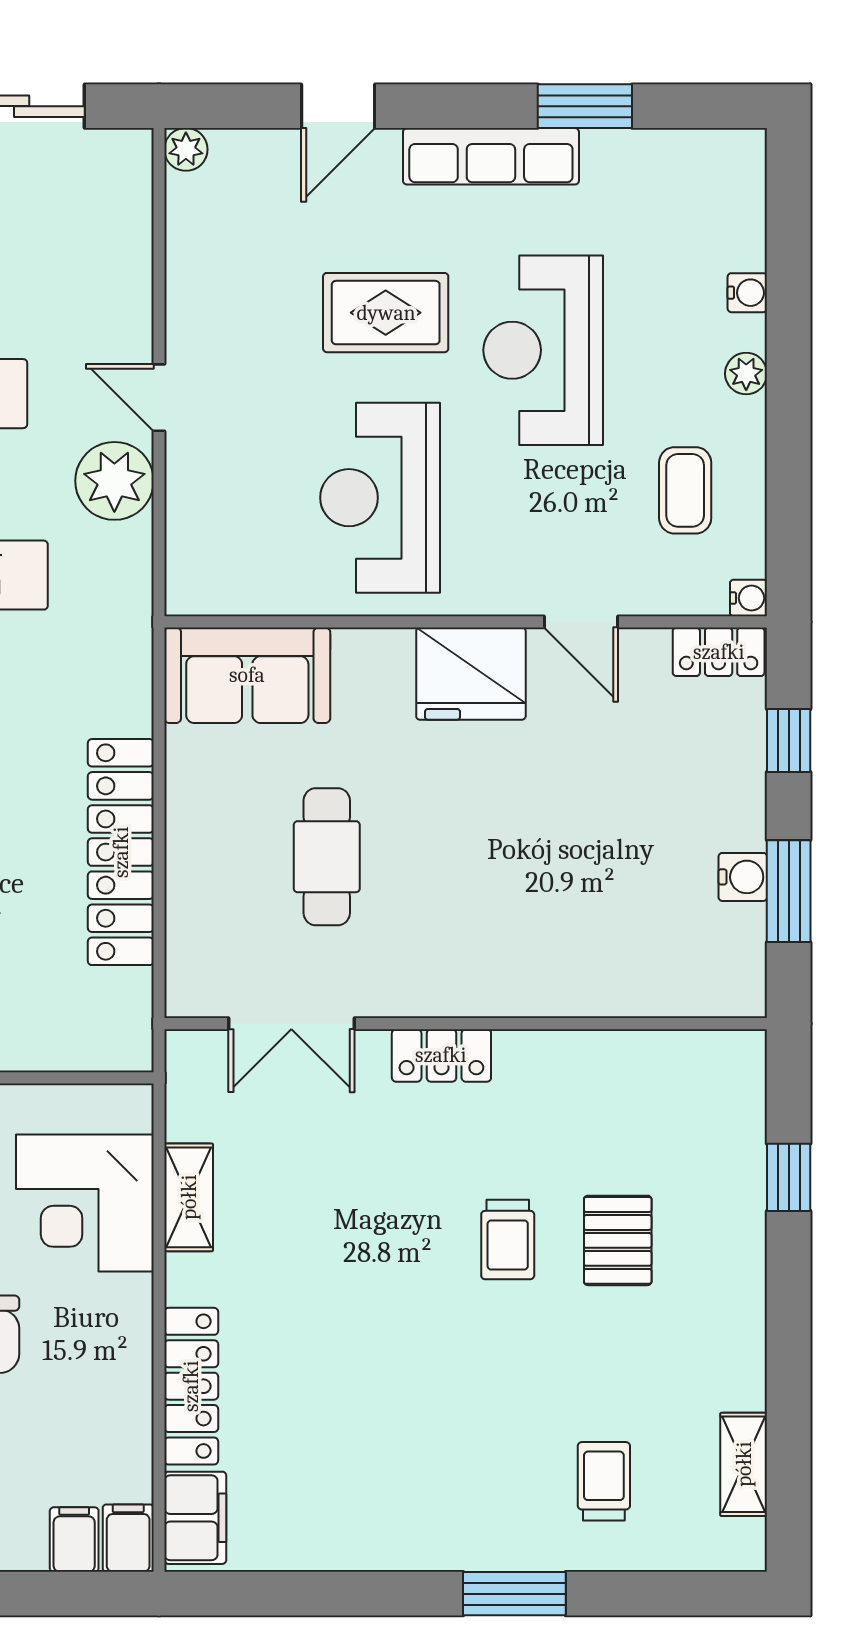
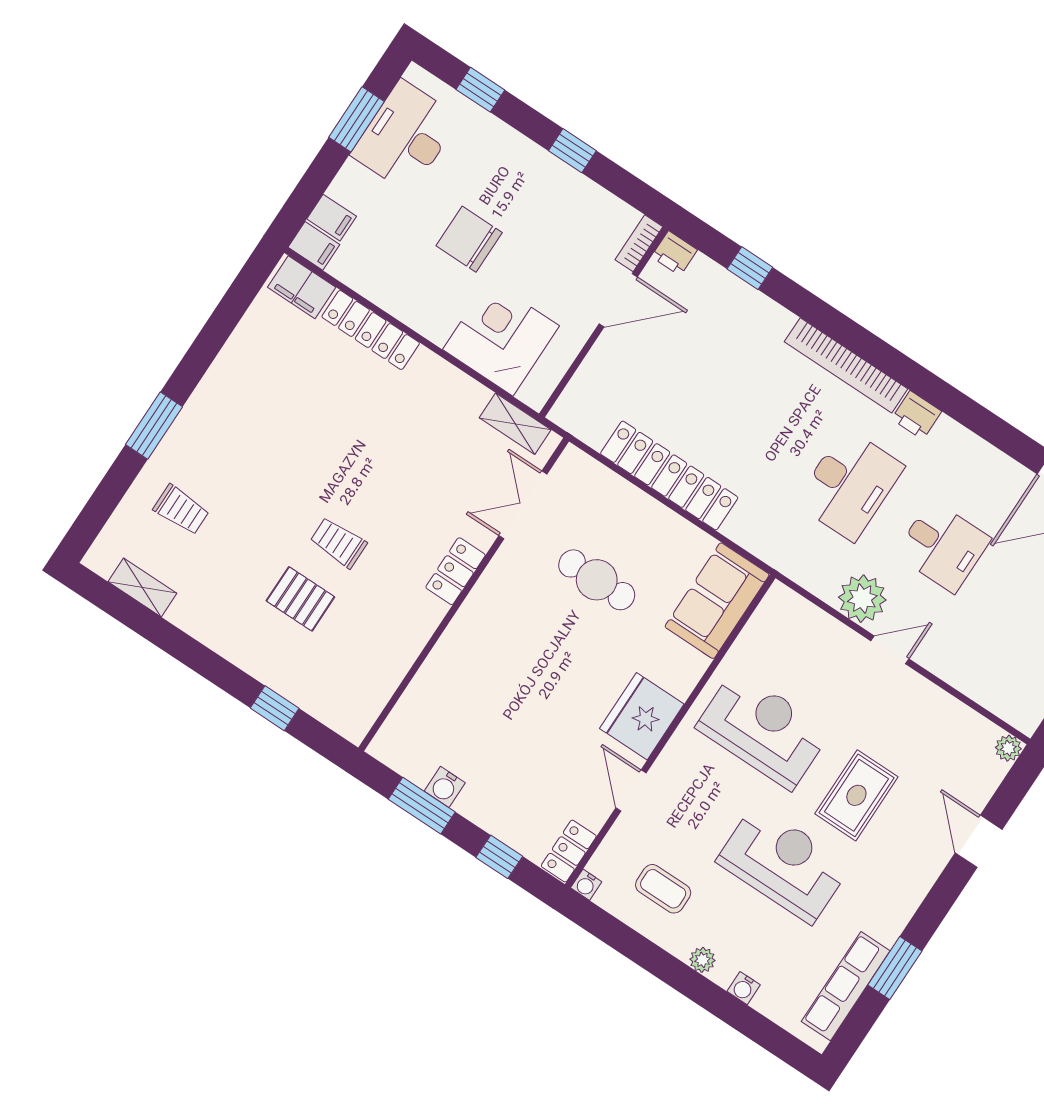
row of seats: (491, 156) -> (846, 986), moved
door: (581, 622) -> (631, 790), hinge flipped
shelving: (189, 1197) -> (515, 424), moved

